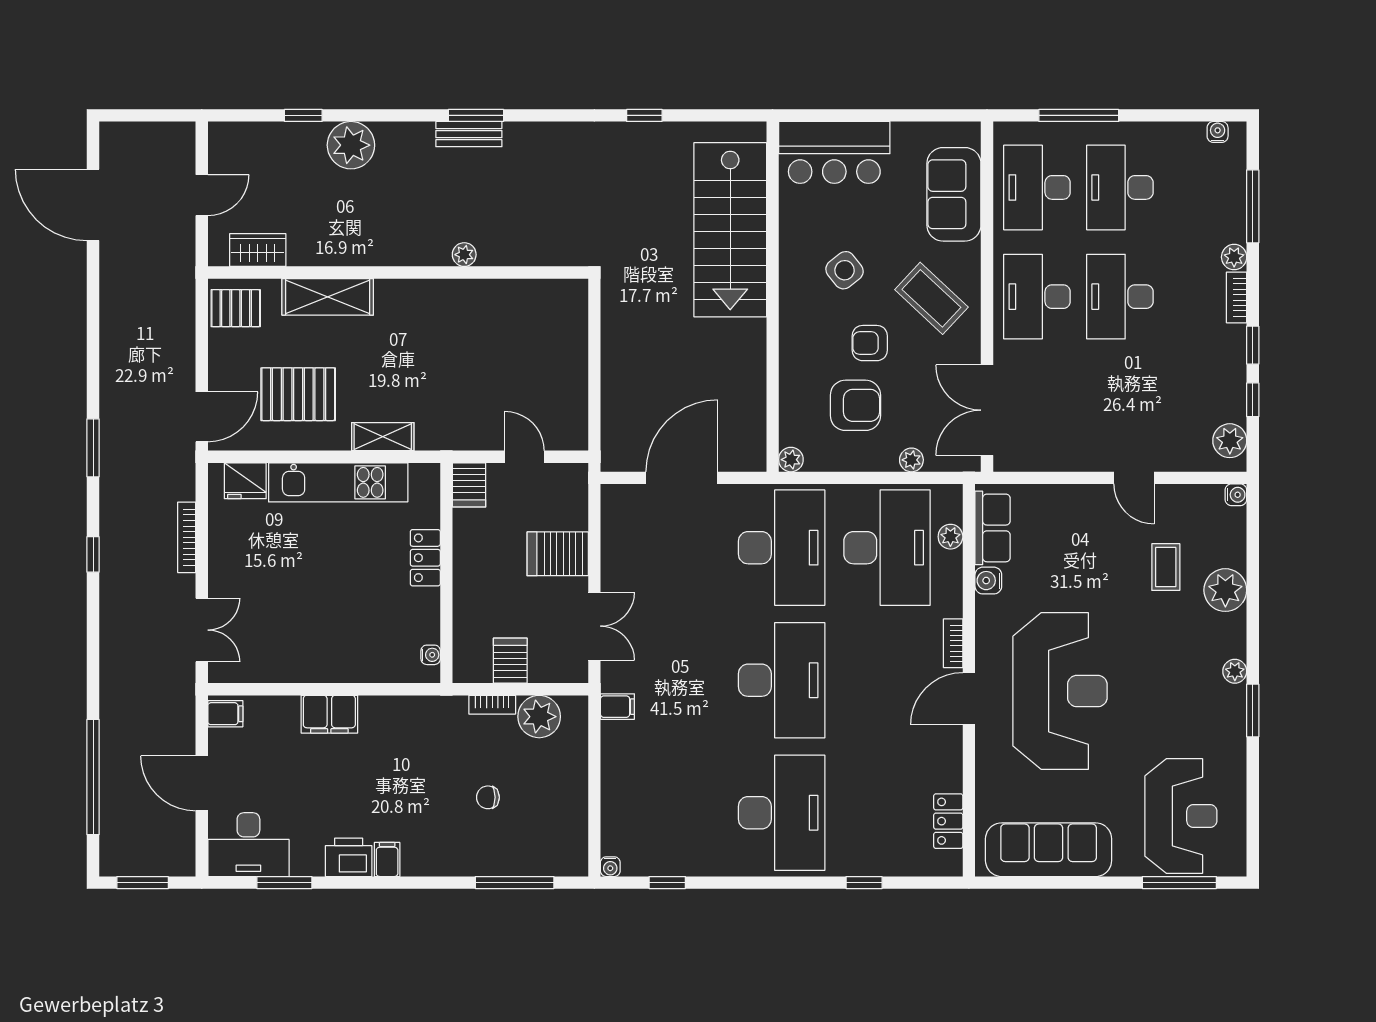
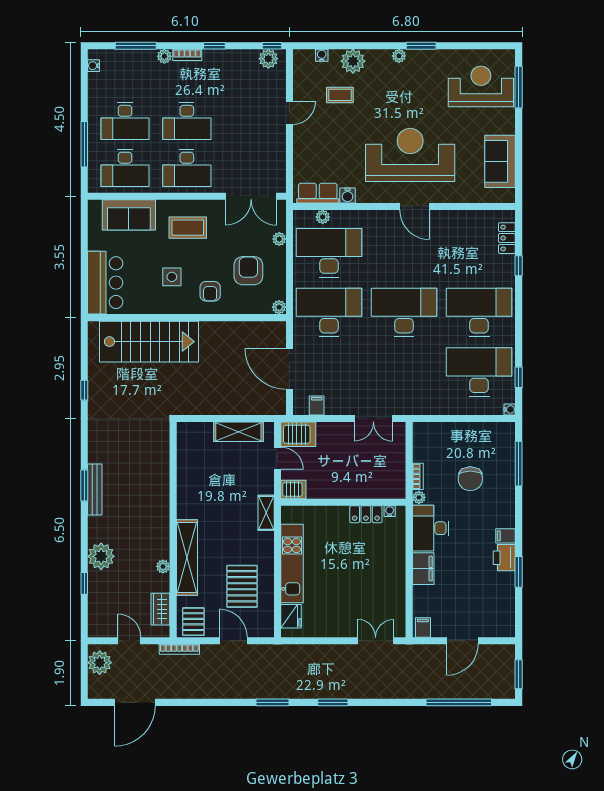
bench: (469, 134) -> (95, 490), width x1.36
plant: (163, 143) -> (100, 663), added
plant: (464, 255) -> (163, 566), moved
side table: (845, 270) -> (172, 277), turned 38
shelving: (328, 297) -> (187, 557), width x1.47
coffee table: (931, 298) -> (188, 228), turned 47
armchair: (870, 343) -> (210, 291), moved
shelving: (571, 388) -> (238, 432), added
window: (1253, 400) -> (272, 46), moved
door: (202, 417) -> (233, 641), moved
shelving: (383, 437) -> (266, 513), moved
door: (524, 457) -> (277, 458), swing flipped
water cooler: (1236, 495) -> (322, 55), moved
bookcase: (187, 537) -> (179, 649), moved
window: (93, 554) -> (333, 702), width x1.50
server rack: (558, 554) -> (298, 434), moved, turned -90
locker: (425, 558) -> (366, 514), moved
double door: (594, 626) -> (373, 419), swing flipped
bookcase: (953, 643) -> (383, 215), removed
server rack: (510, 661) -> (393, 466), removed
filing cabinet: (617, 707) -> (317, 405), moved
plant: (539, 717) -> (419, 497), moved, width x0.53, depth x0.53
chair: (488, 797) -> (470, 479), width x1.87, depth x1.87
desk: (676, 813) -> (479, 372), added
locker: (948, 821) -> (507, 238), moved, turned 90
desk: (248, 845) -> (431, 528), moved, turned 180
sofa: (1049, 850) -> (500, 161), width x0.73
window: (284, 883) -> (519, 572), moved

